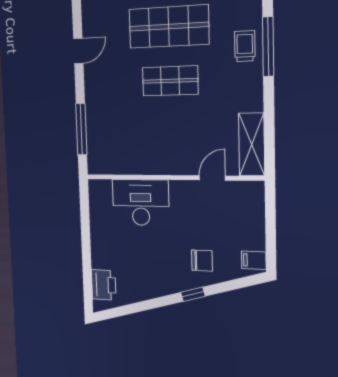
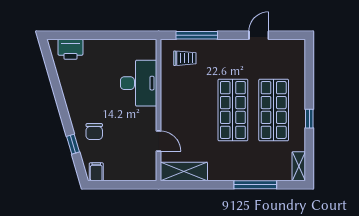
trolley: (245, 46) -> (185, 58), moved
door: (78, 51) -> (259, 35), swing flipped
shop shelf: (170, 81) -> (233, 110), width x1.43, depth x1.36
window: (193, 294) -> (73, 144), moved

